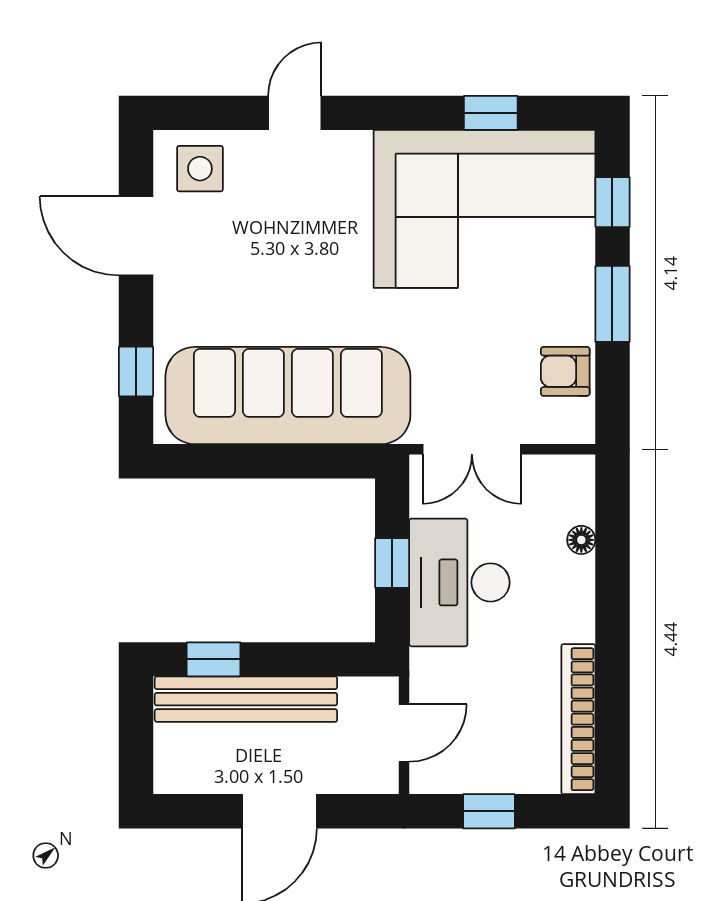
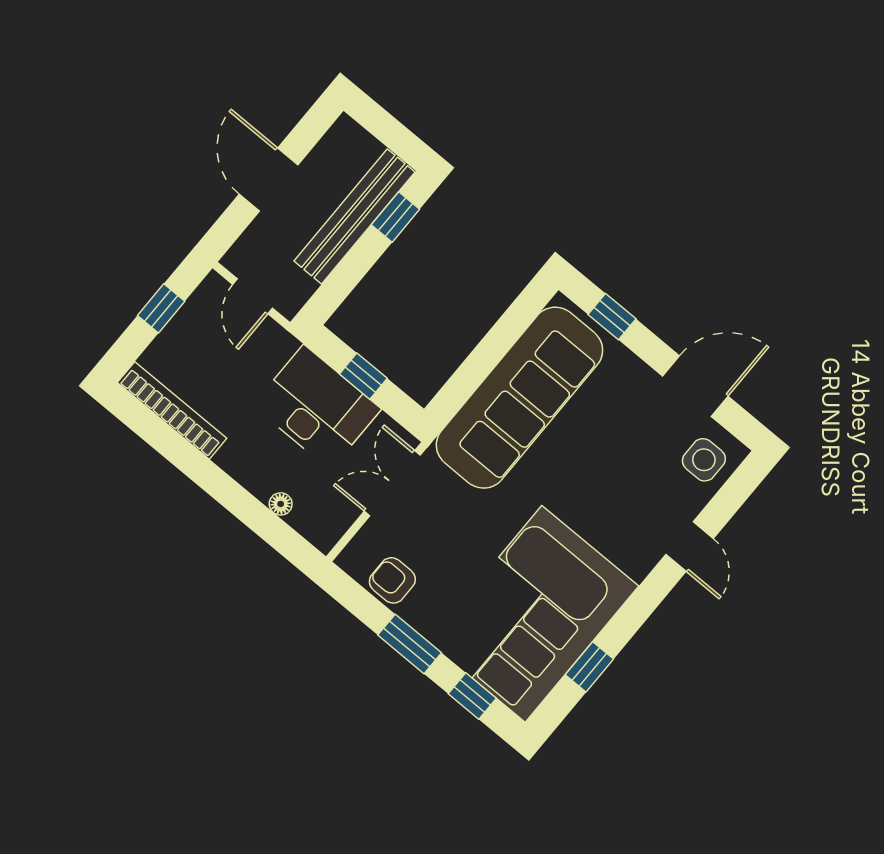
armchair: (565, 371) -> (392, 580), turned -90

